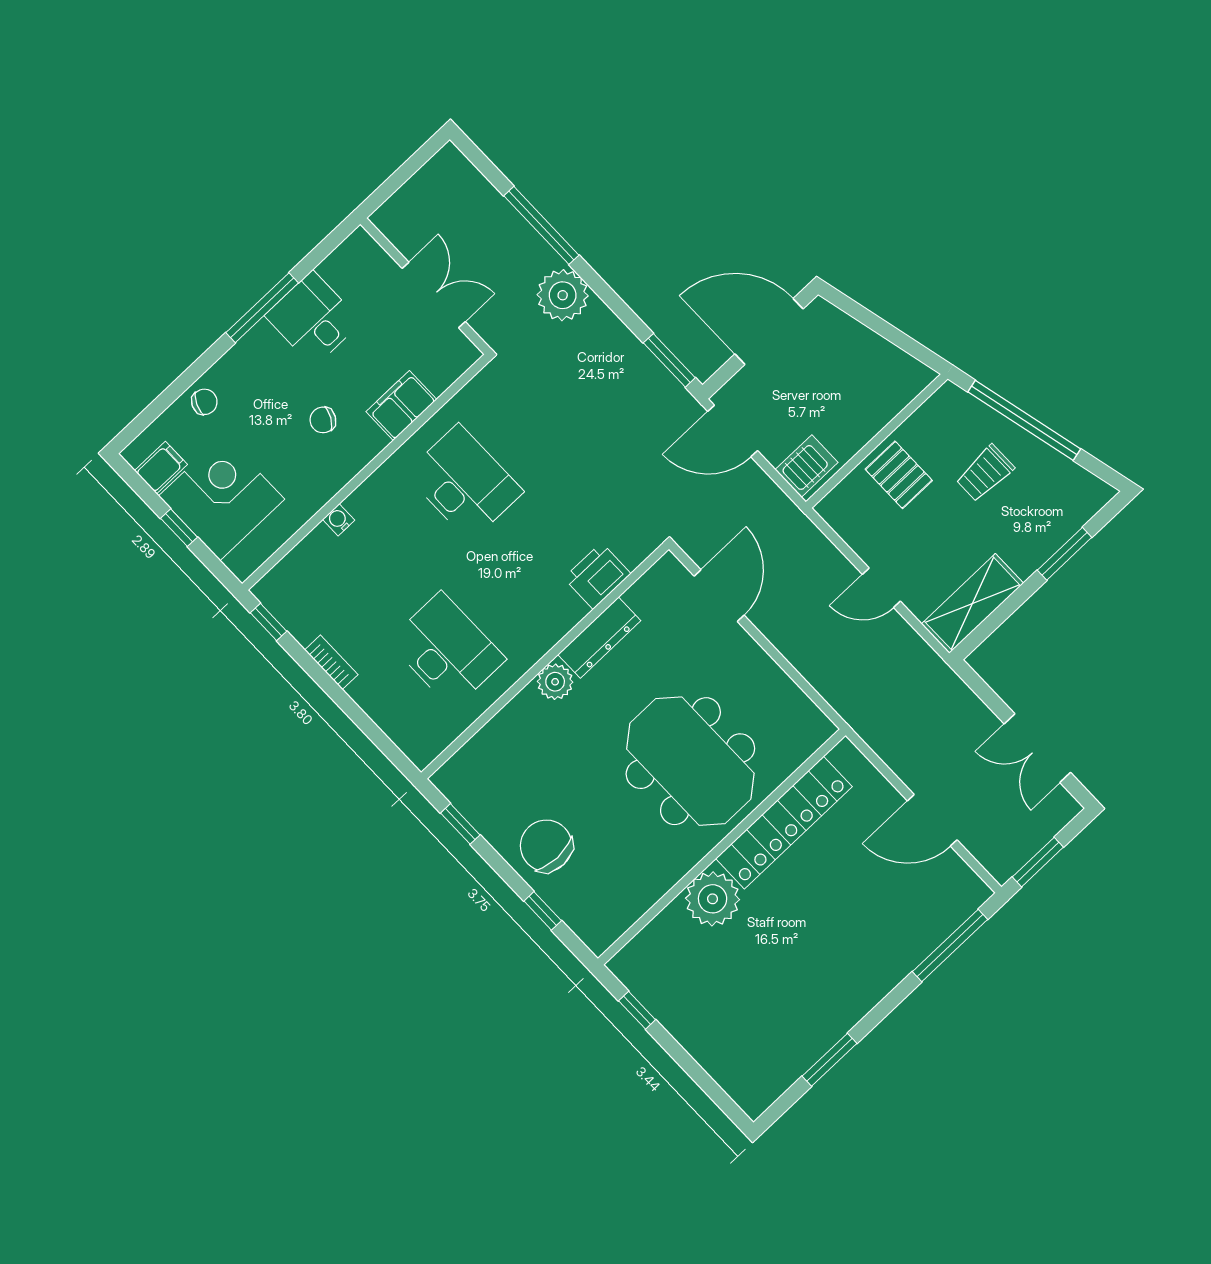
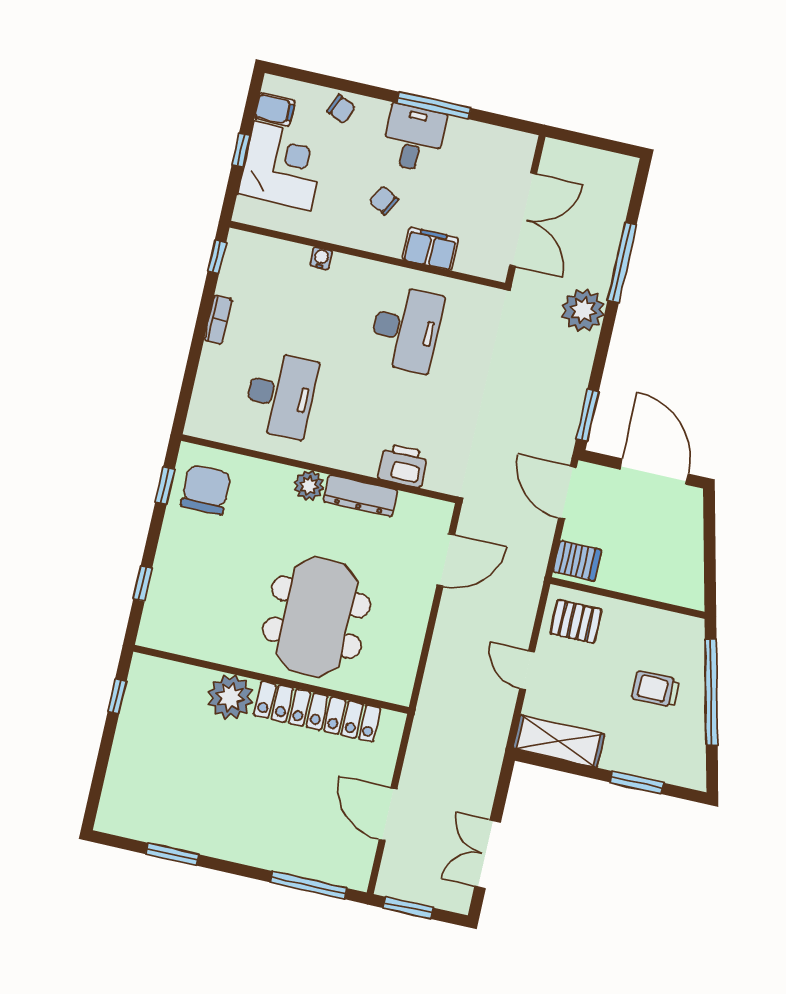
double door: (434, 295) -> (523, 220), width x1.37
desk: (313, 319) -> (413, 138), moved
pallet: (899, 475) -> (576, 621), moved, turned 90
chair: (546, 846) -> (206, 490), moved

